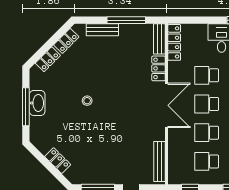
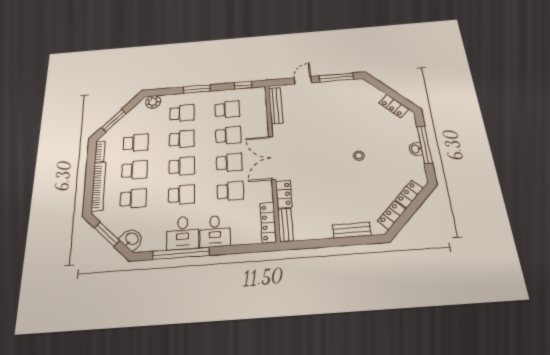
window: (126, 20) -> (325, 243), removed
washbasin: (37, 103) -> (416, 149), width x0.52, depth x0.69
locker: (58, 161) -> (394, 106), moved

